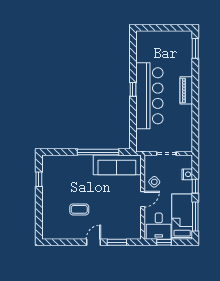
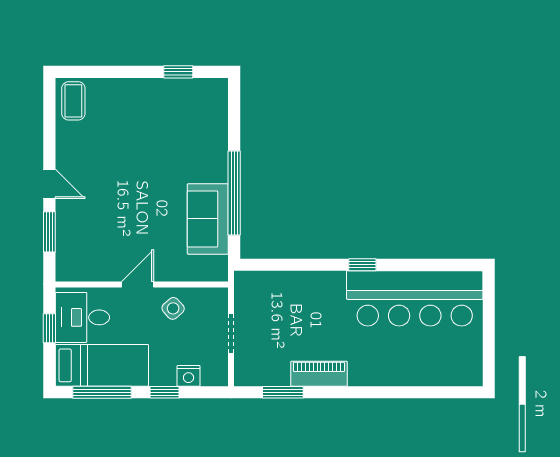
window: (195, 48) -> (283, 392), moved
piano: (186, 90) -> (319, 374), moved
bar counter: (149, 96) -> (415, 298), moved
sofa: (117, 165) -> (208, 219), width x0.73
door: (143, 199) -> (138, 284), swing flipped
coffee table: (79, 209) -> (73, 101), moved

